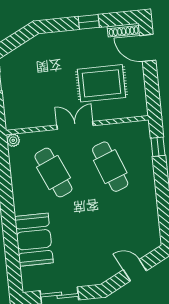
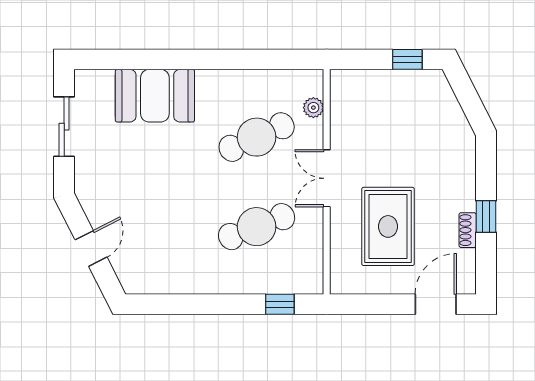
shoe rack: (124, 30) -> (468, 230), moved, width x0.70
double door: (75, 125) -> (327, 178), swing flipped
plant: (13, 140) -> (313, 108), moved

